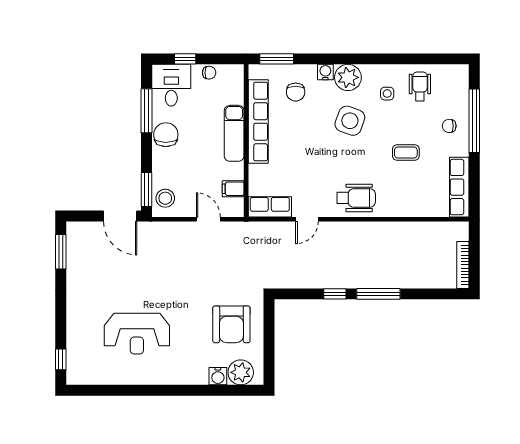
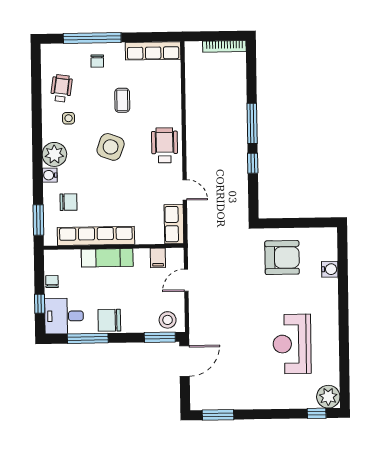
wheelchair: (420, 86) -> (61, 88), turned 98
side table: (350, 121) -> (111, 147), moved
reception desk: (137, 334) -> (292, 344), turned 180
plant: (241, 372) -> (328, 397), moved

